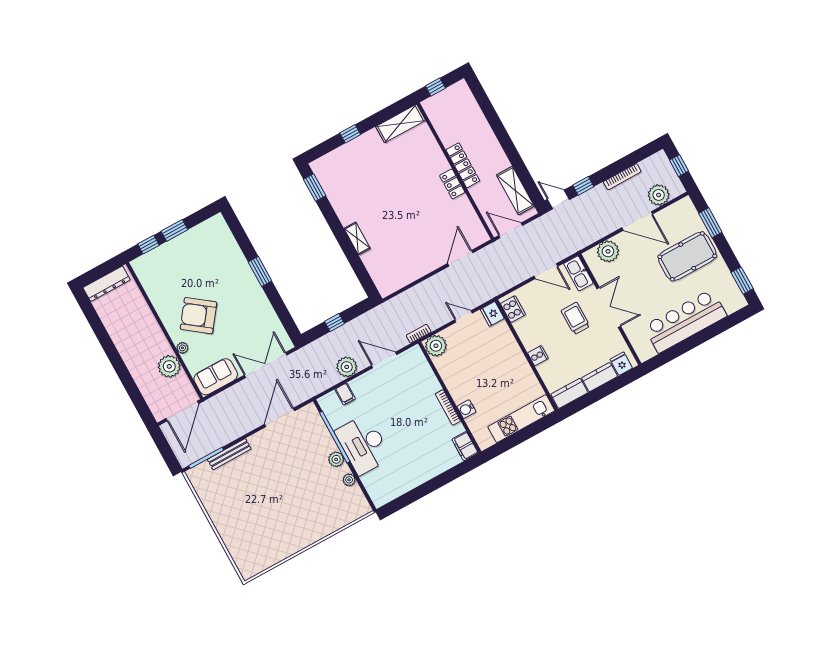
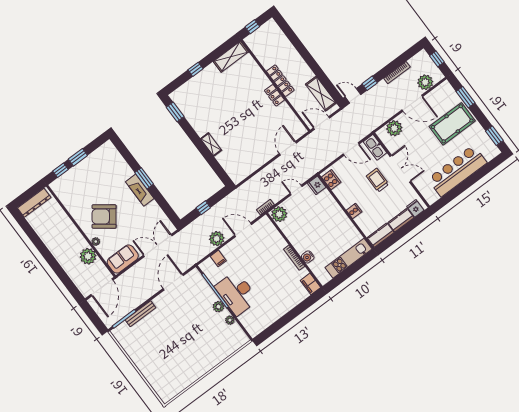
fireplace: (252, 287) -> (140, 190), added

